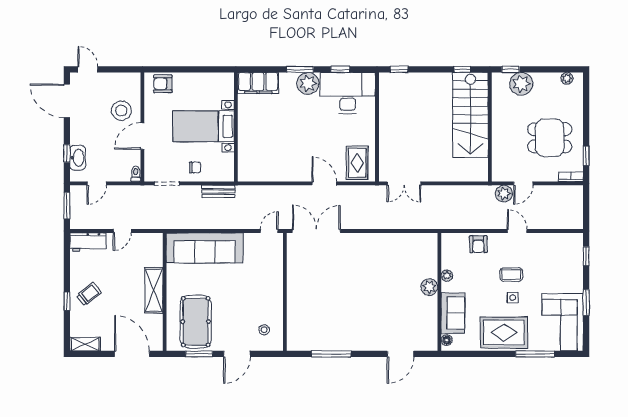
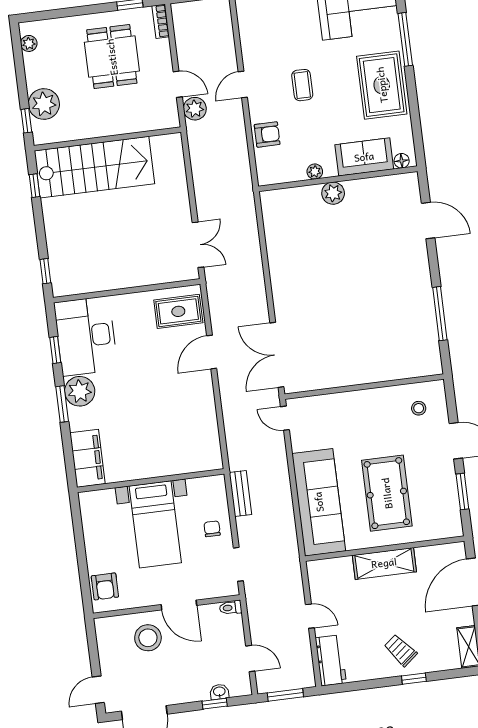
washbasin: (78, 158) -> (219, 692), width x0.52, depth x0.69
side table: (513, 298) -> (333, 79), removed
pool table: (196, 322) -> (387, 493), moved, turned 90

